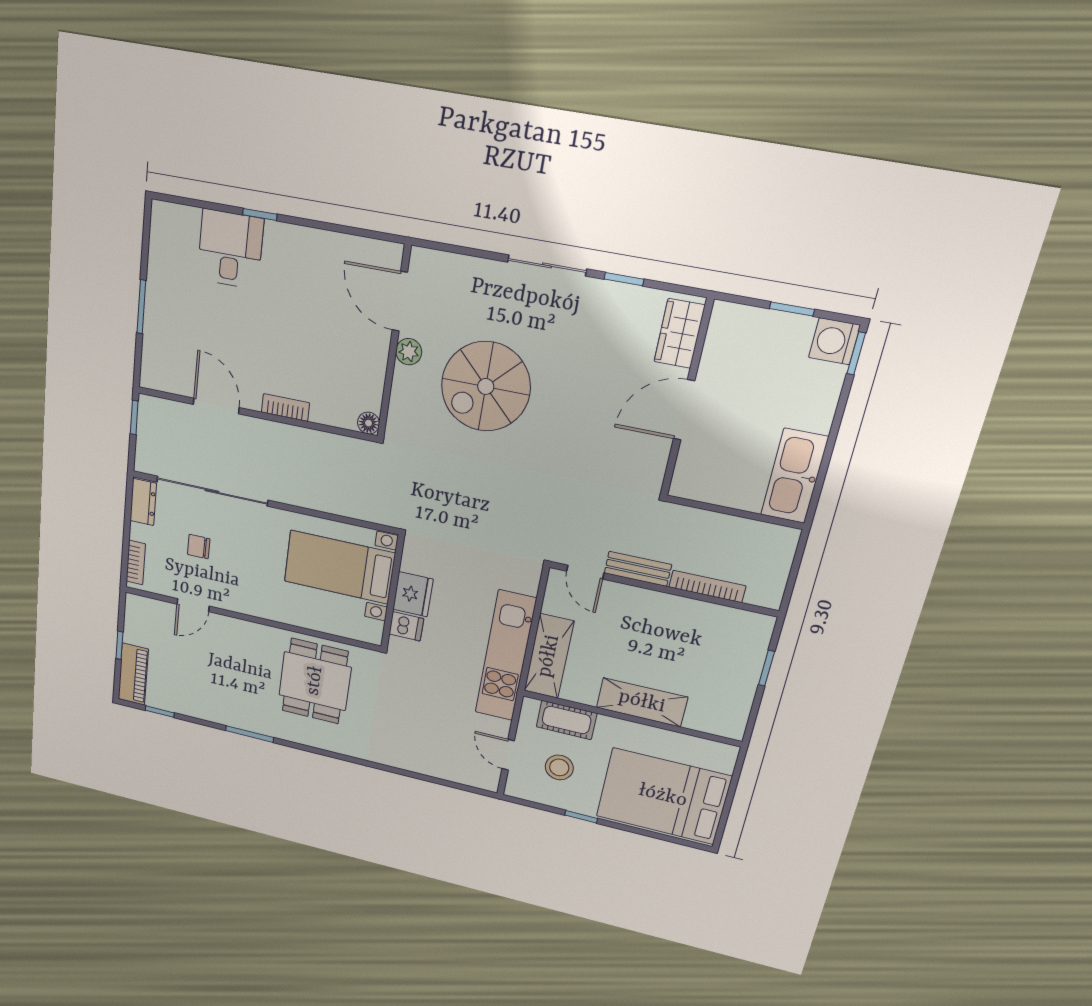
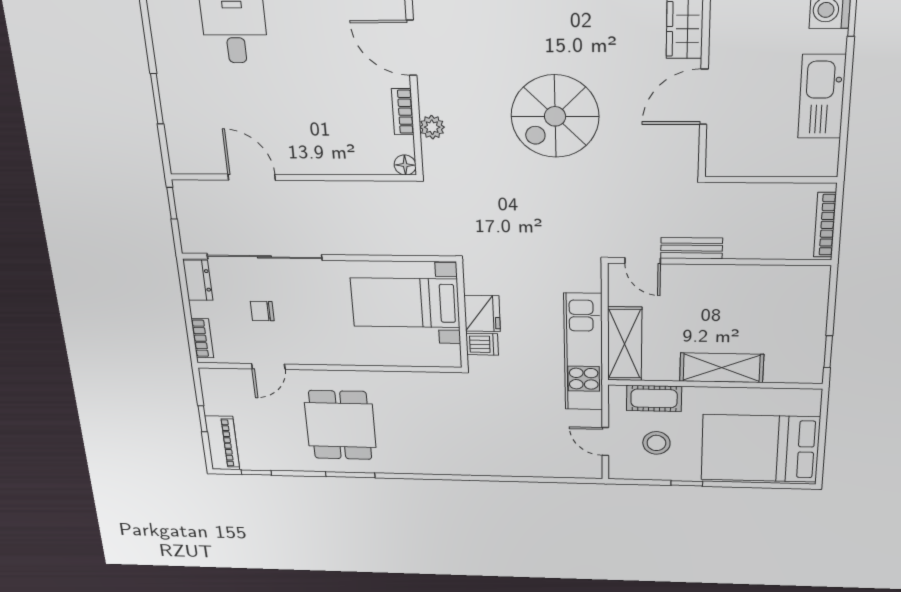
plant: (409, 352) -> (432, 127), moved
spiral stairs: (486, 387) -> (555, 116), moved
bookcase: (285, 408) -> (403, 112), moved, turned -90
kitchen sink: (794, 476) -> (822, 97), moved
bookcase: (707, 586) -> (825, 225), moved, turned -90
window: (767, 668) -> (828, 352), moved
dining table: (315, 681) -> (340, 425), moved

